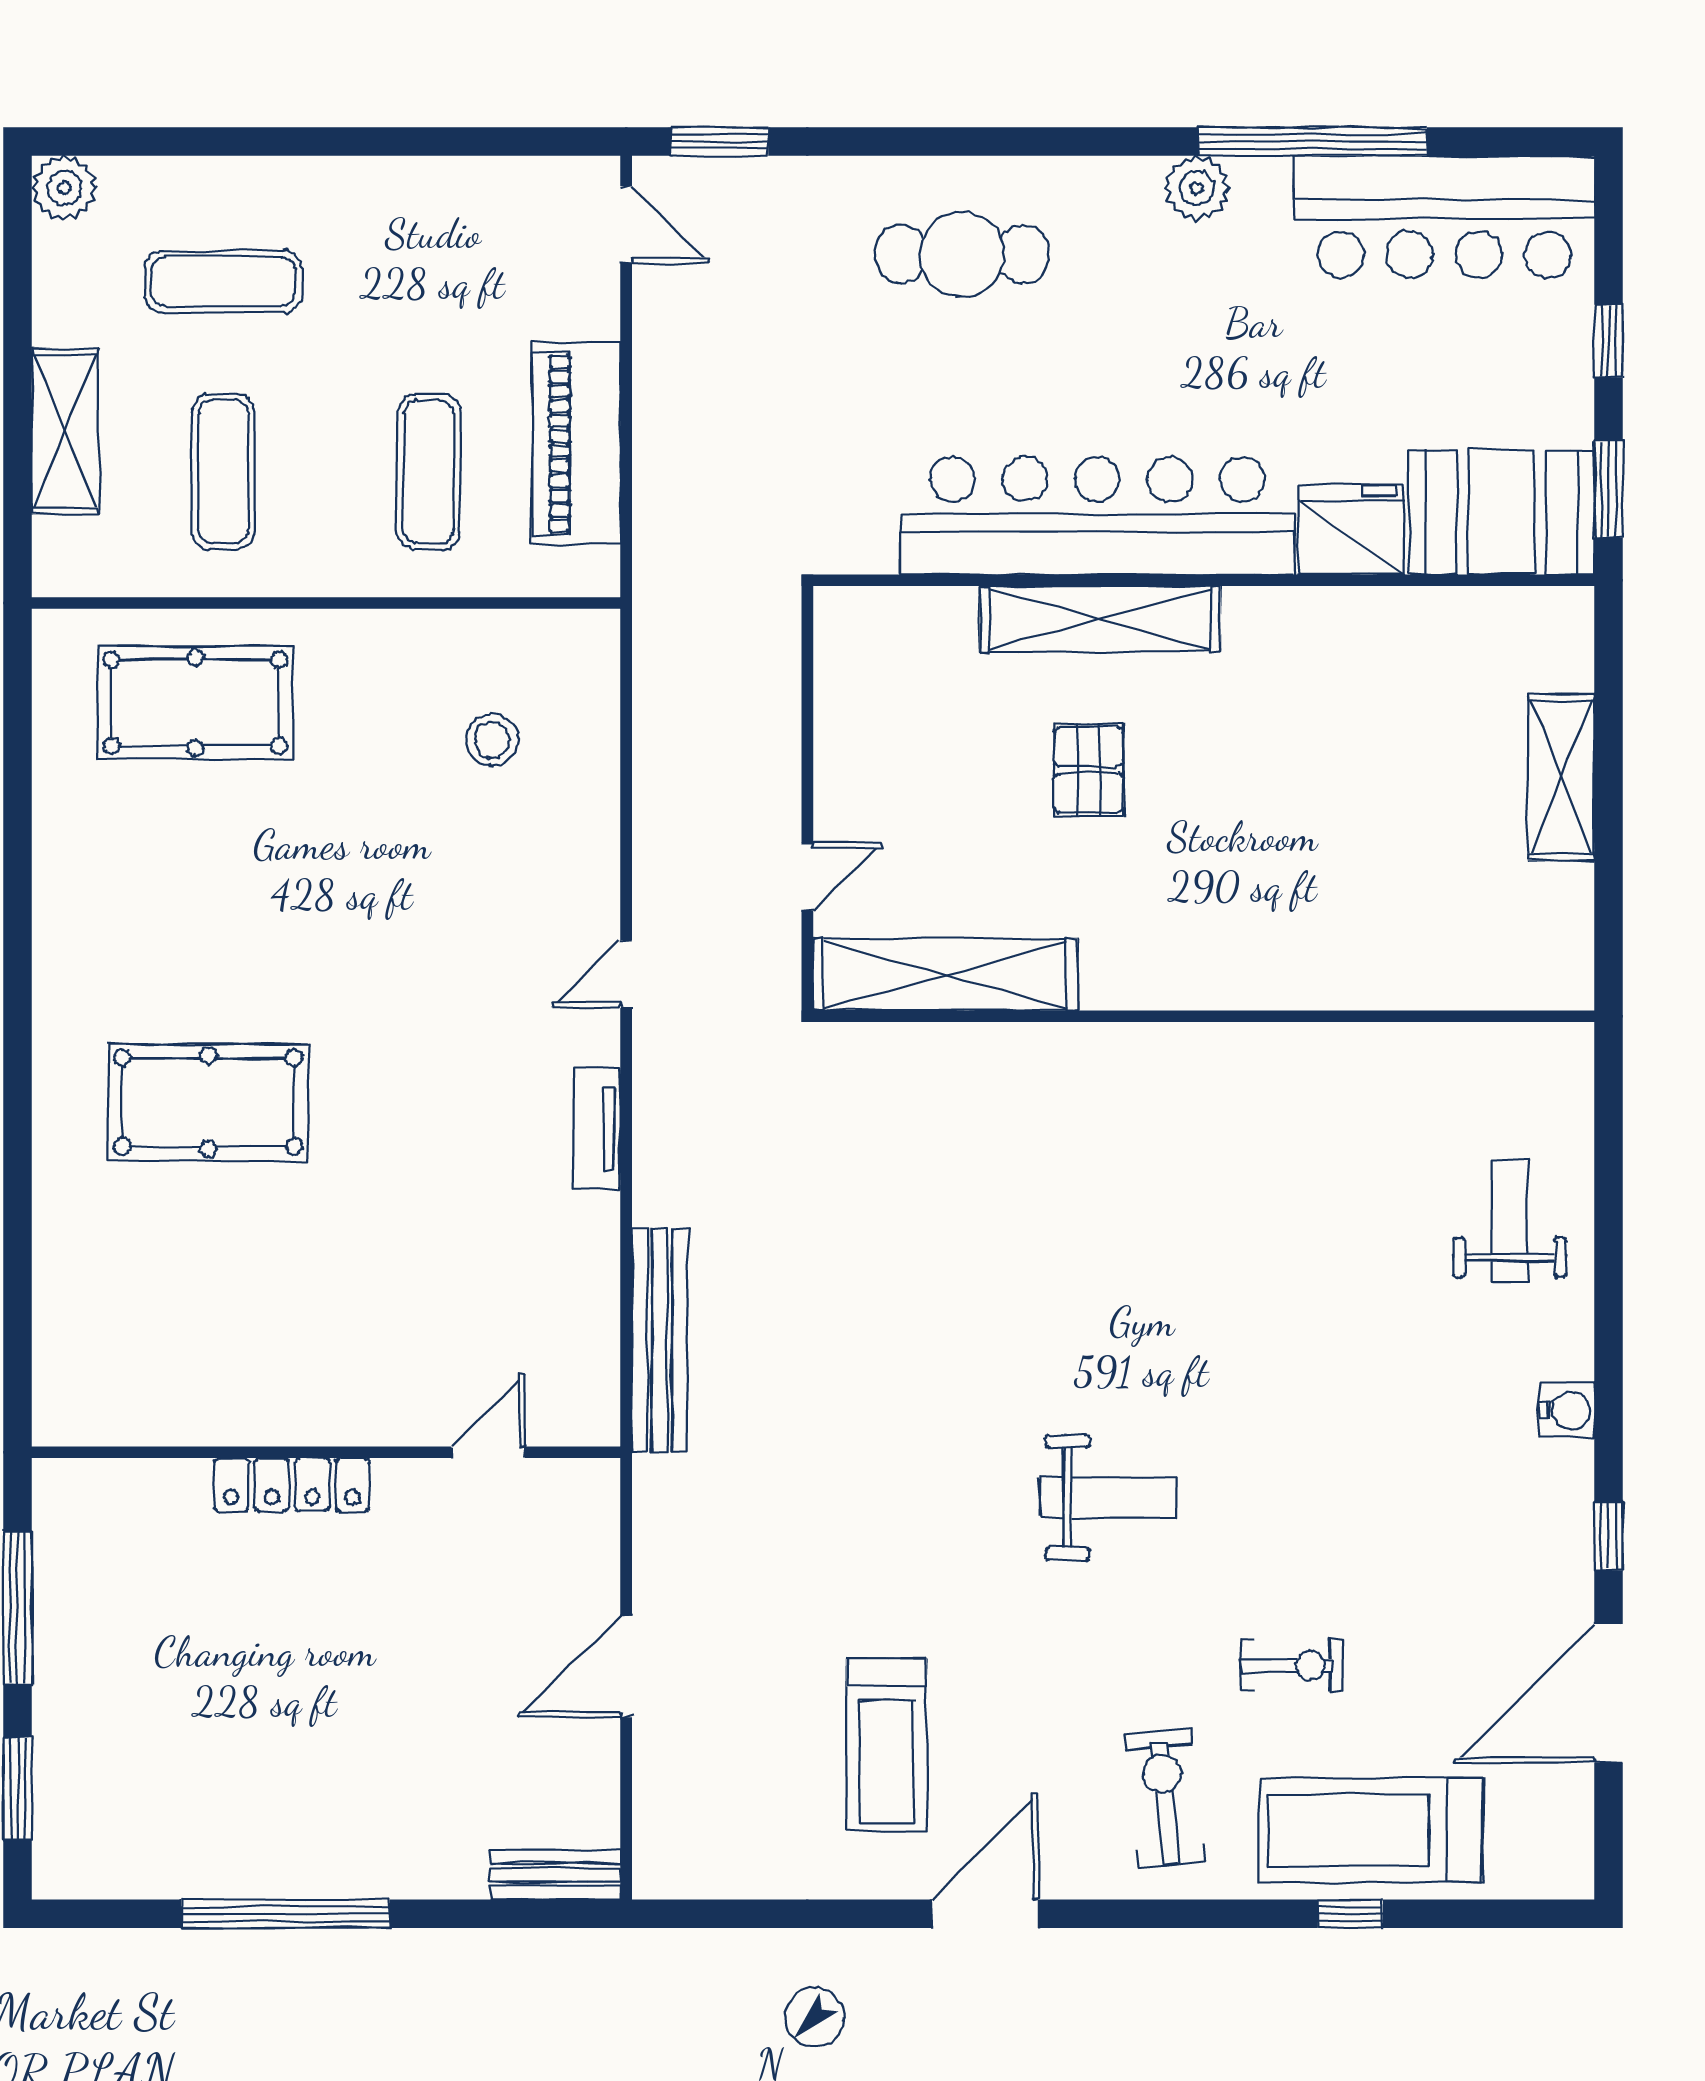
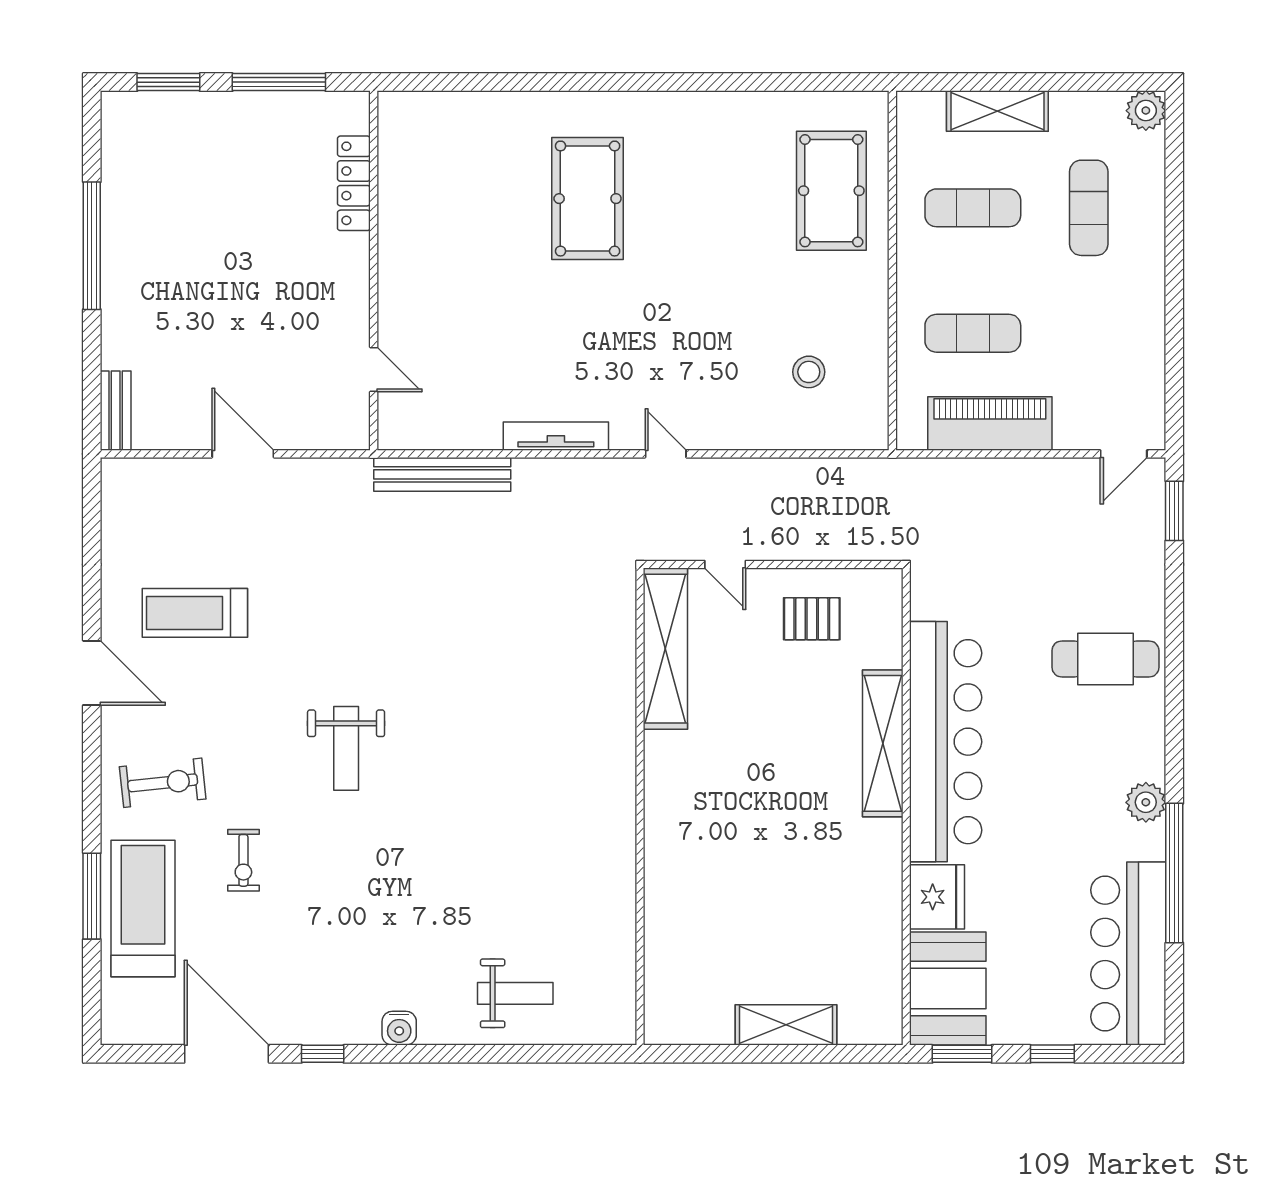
cafe table: (962, 254) -> (1105, 659), turned 90
pallet: (1089, 770) -> (812, 619), moved
tv unit: (597, 1129) -> (556, 436), width x1.41
locker: (292, 1485) -> (354, 183), moved
window: (1350, 1914) -> (92, 896), width x2.17

